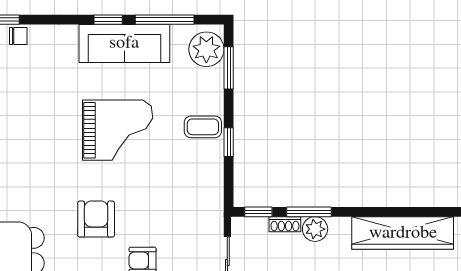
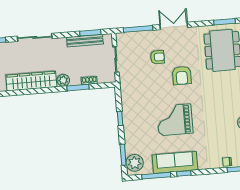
coffee table: (203, 127) -> (133, 125), removed
window: (258, 212) -> (103, 86), removed
plant: (315, 229) -> (63, 80), moved

